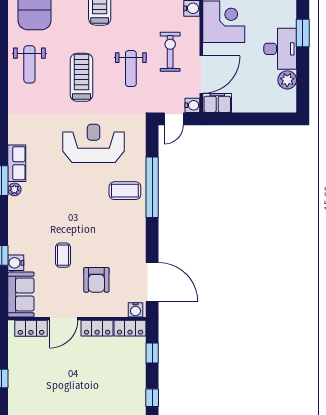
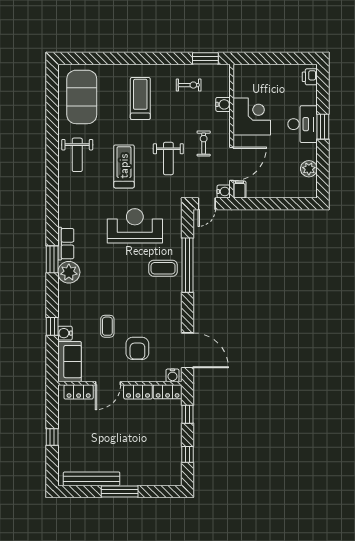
desk: (280, 49) -> (303, 124), moved
exercise bike: (170, 52) -> (204, 143), width x0.73, depth x0.72
filing cabinet: (217, 103) -> (239, 189), width x0.50
plant: (14, 189) -> (69, 272), width x1.88, depth x1.88

